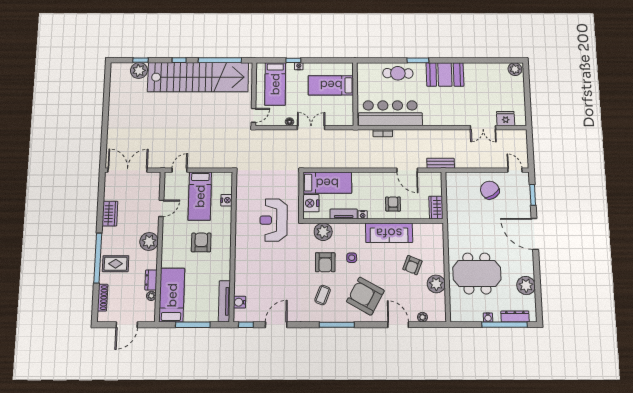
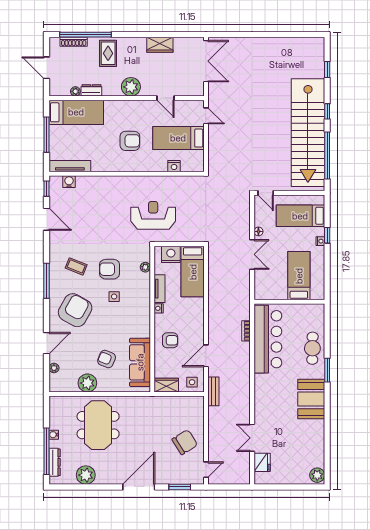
plant: (139, 70) -> (315, 68), removed
side table: (432, 183) -> (192, 382), added
plant: (323, 232) -> (145, 267), width x0.53, depth x0.53
sofa: (389, 233) -> (140, 362), moved
window: (98, 258) -> (86, 35), moved

